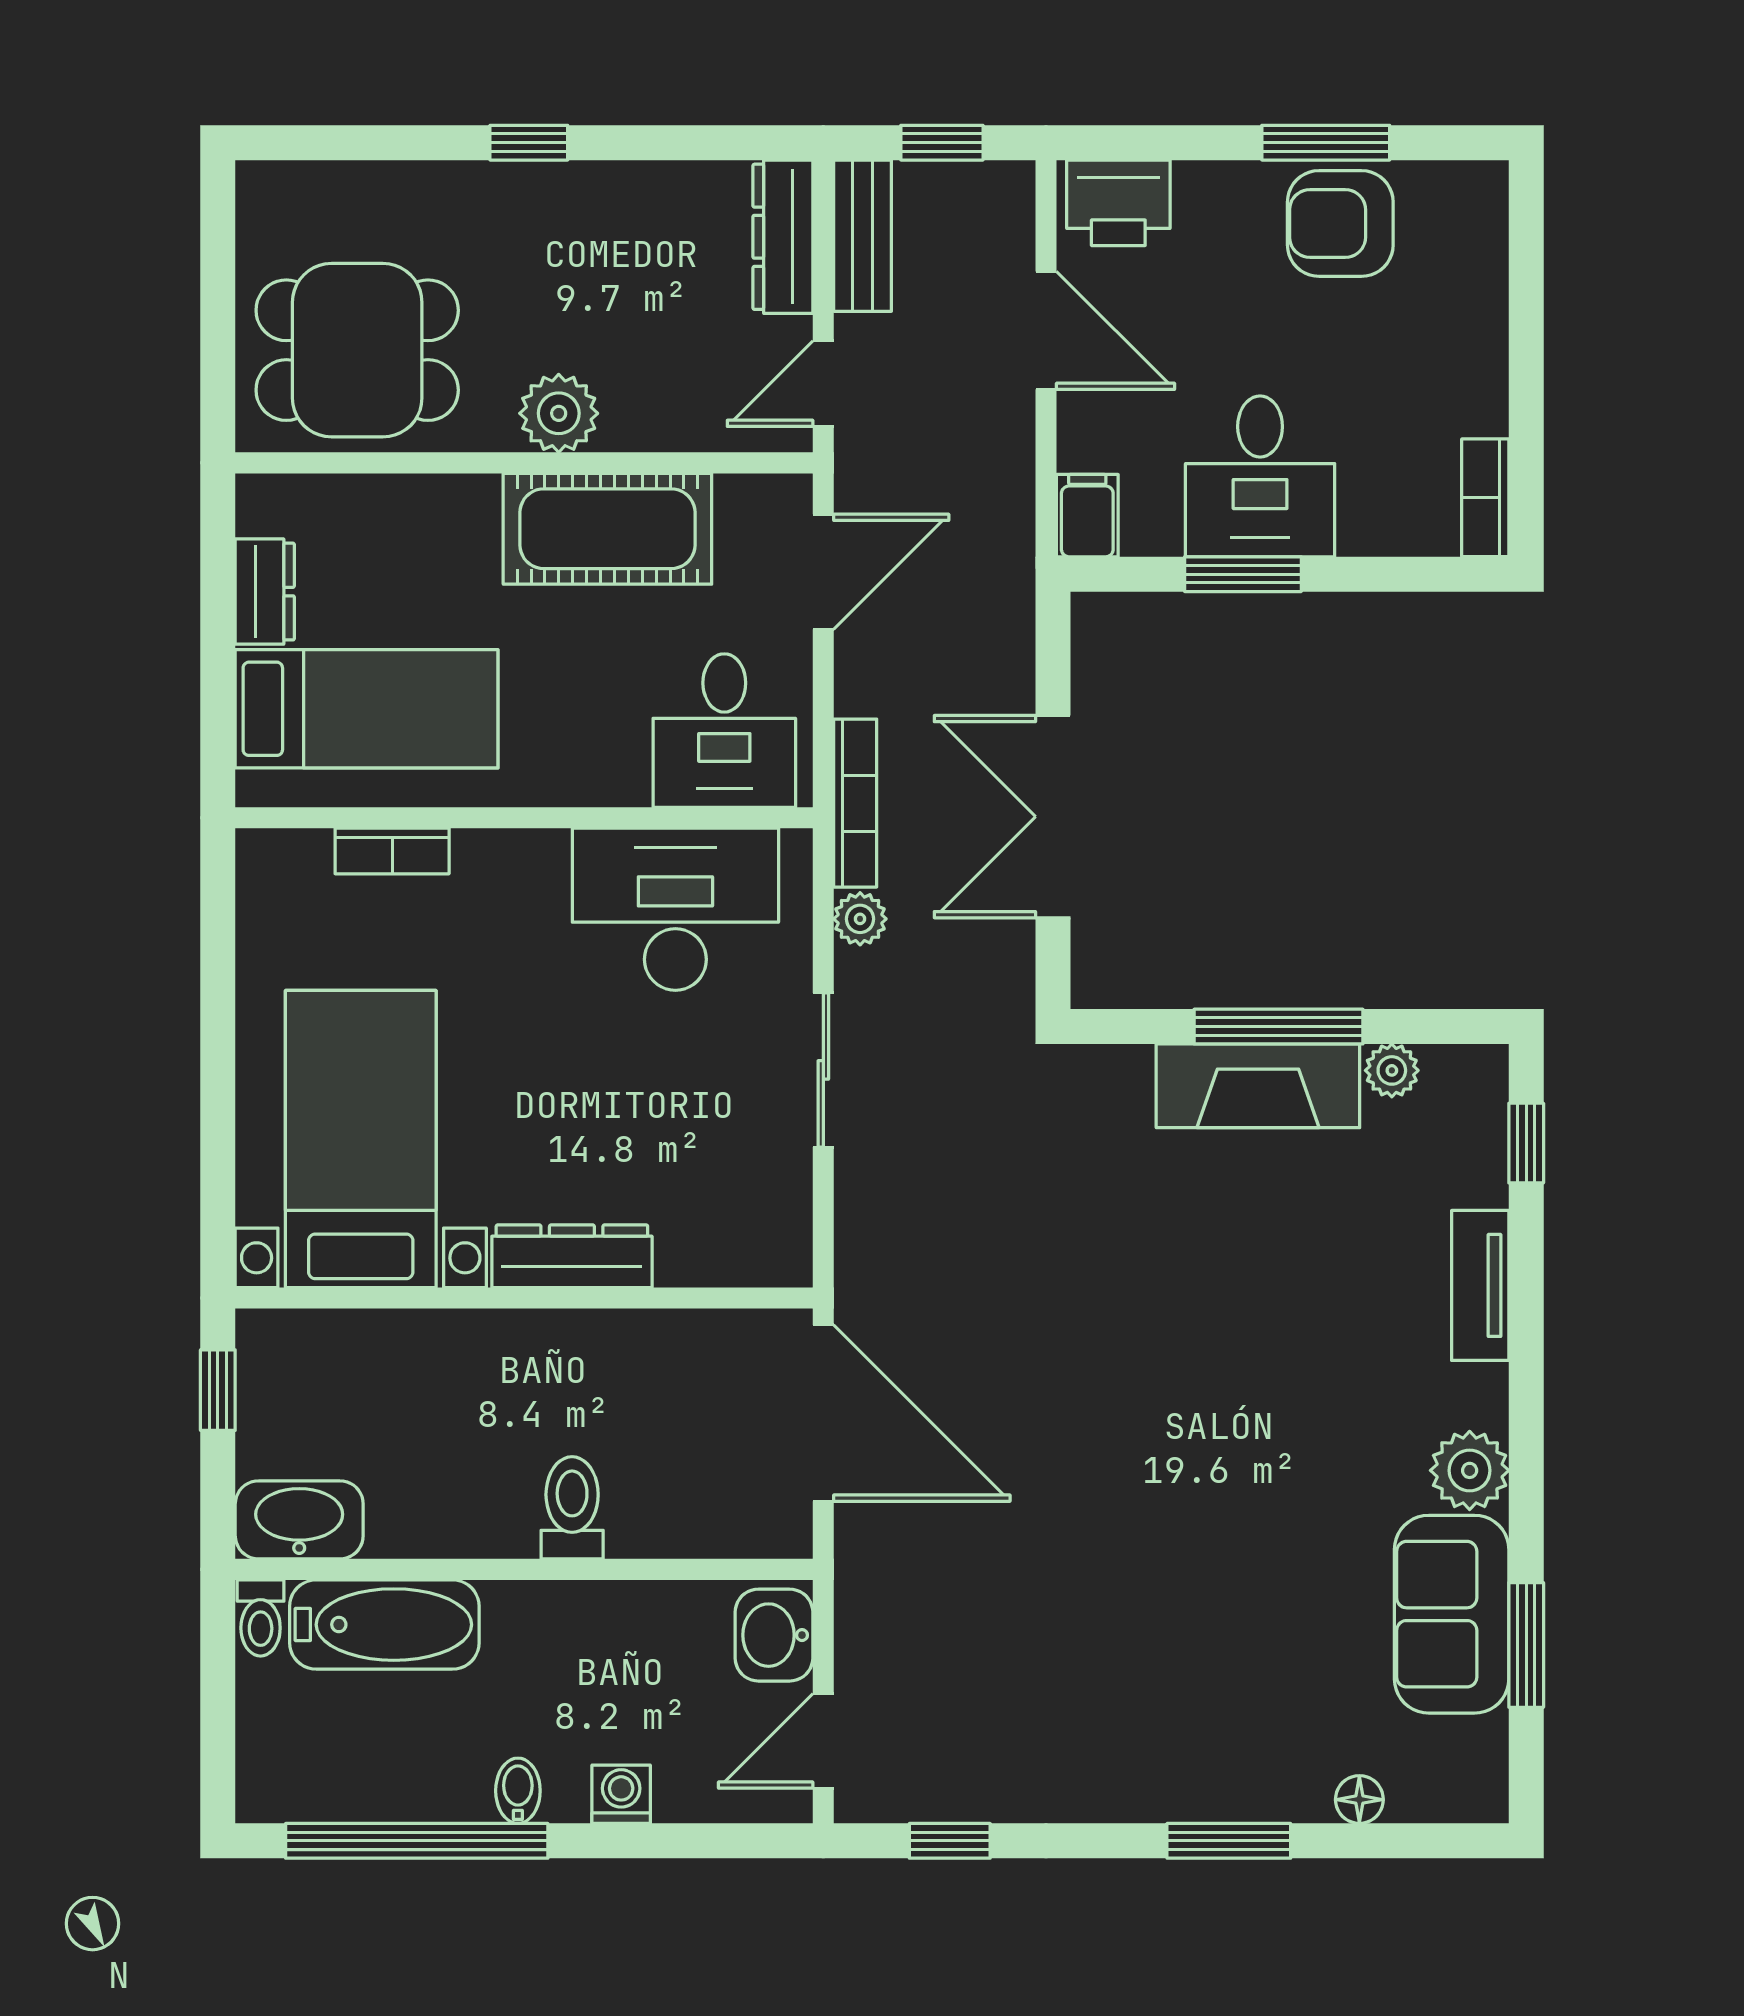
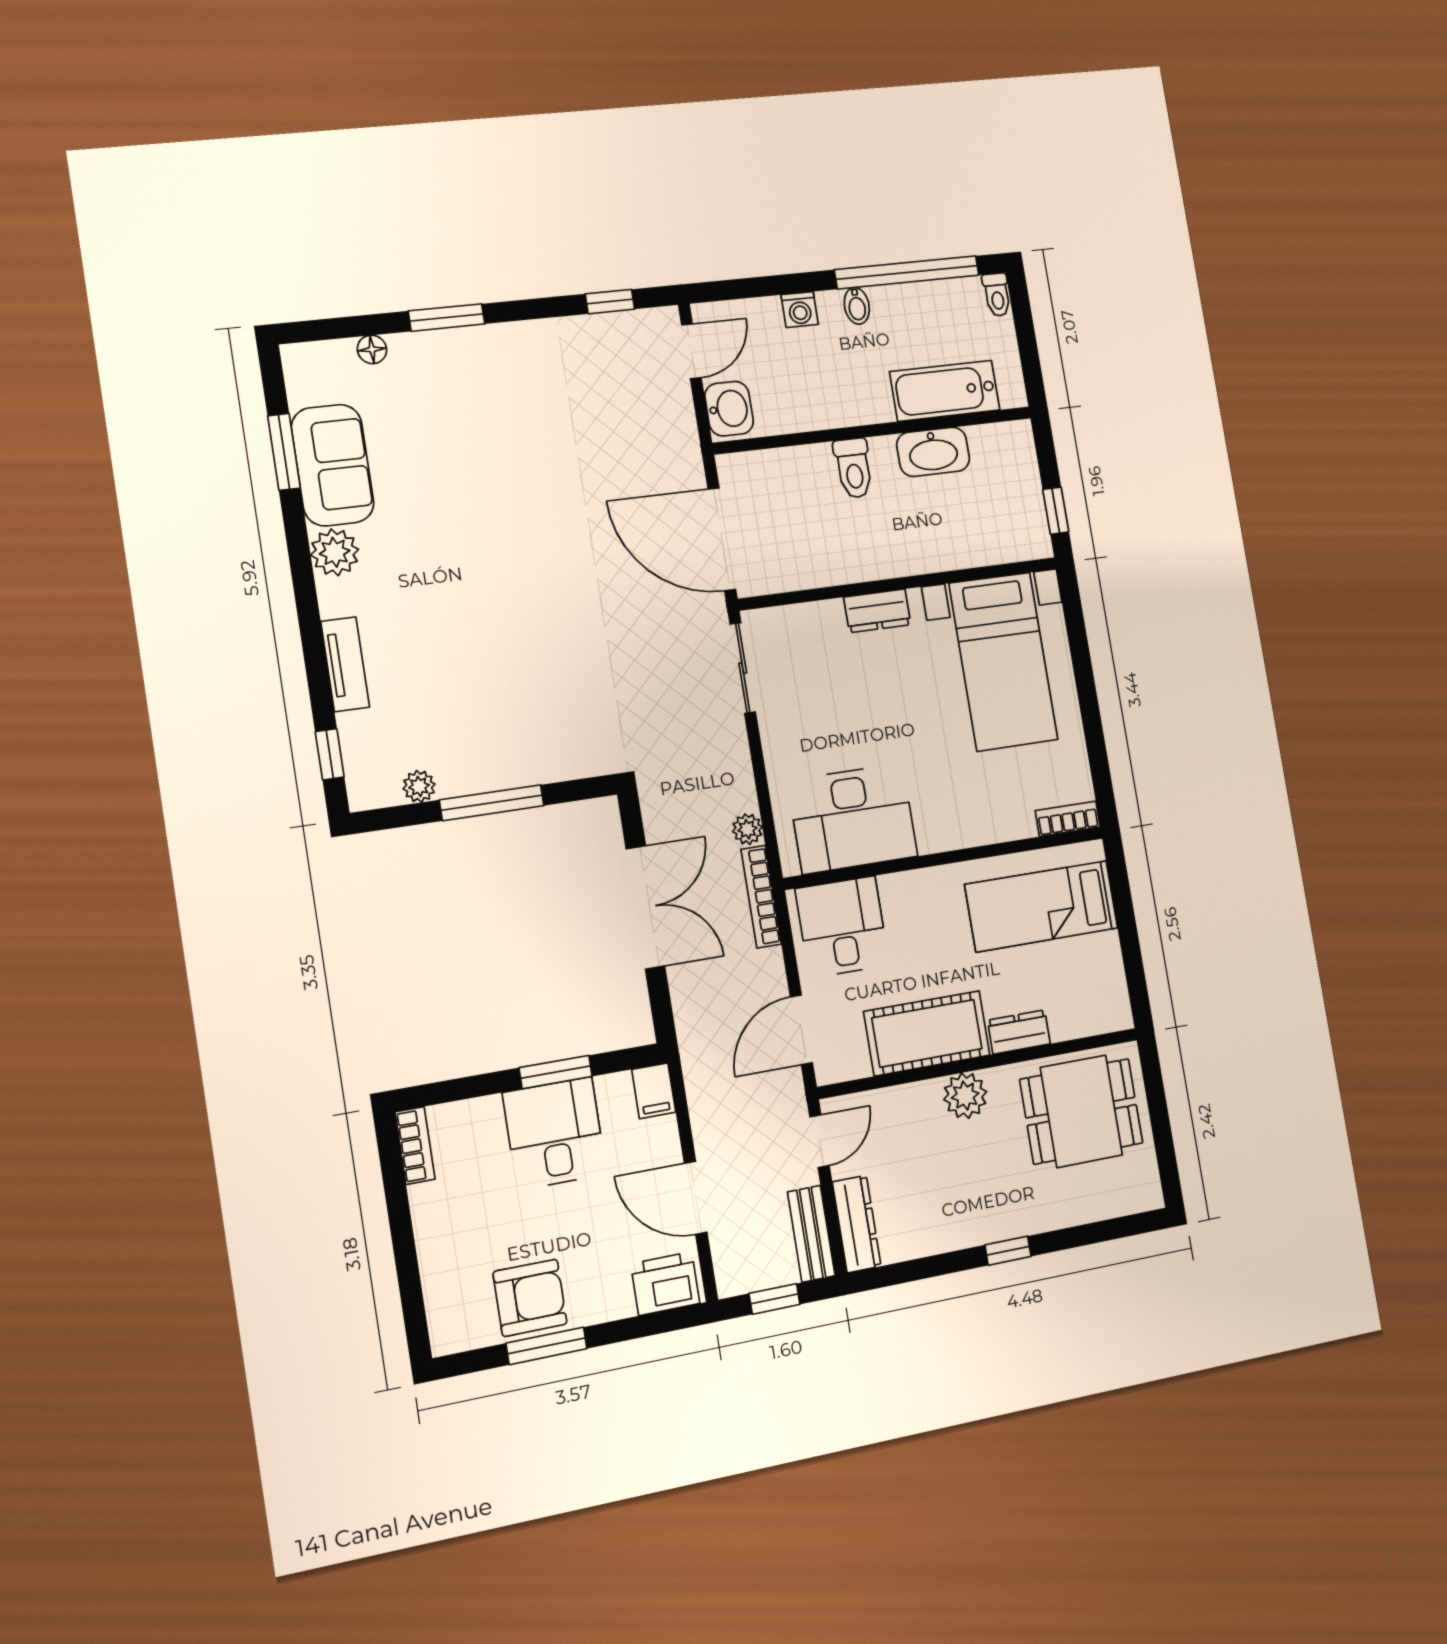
dresser: (265, 592) -> (1019, 1032), moved, turned 90
bookcase: (392, 851) -> (1068, 819), moved
sliding door: (823, 1070) -> (743, 668), moved
fireplace: (1258, 1086) -> (499, 765), removed
dresser: (572, 1256) -> (877, 611), width x0.70
washbasin: (299, 1520) -> (933, 452), moved
toilet: (261, 1618) -> (997, 295), moved, turned 180

